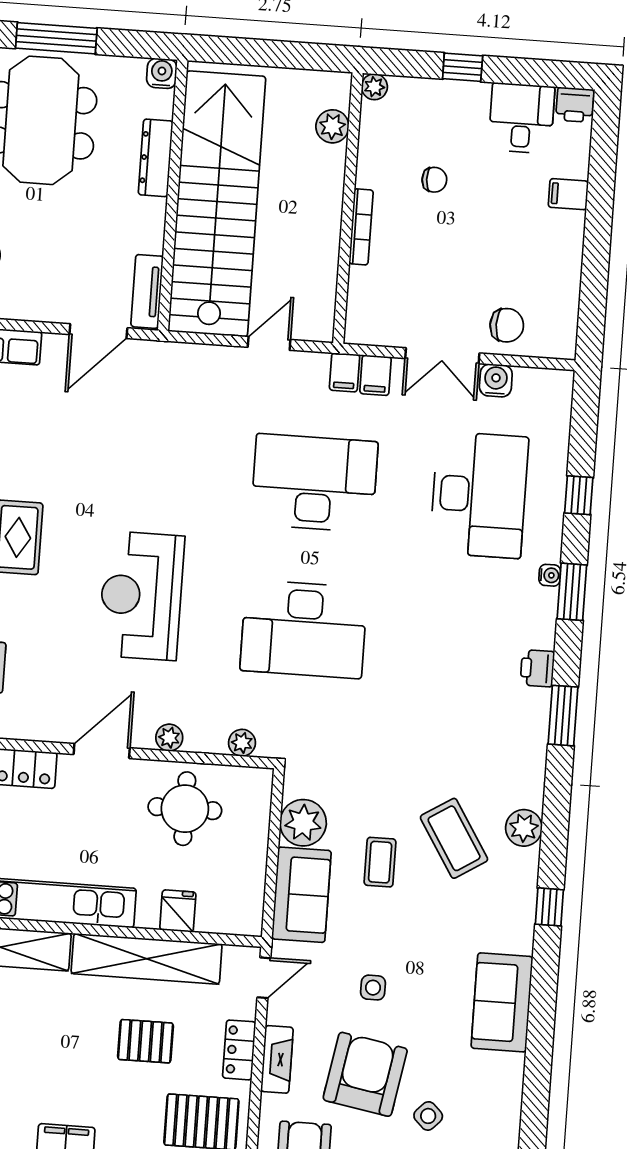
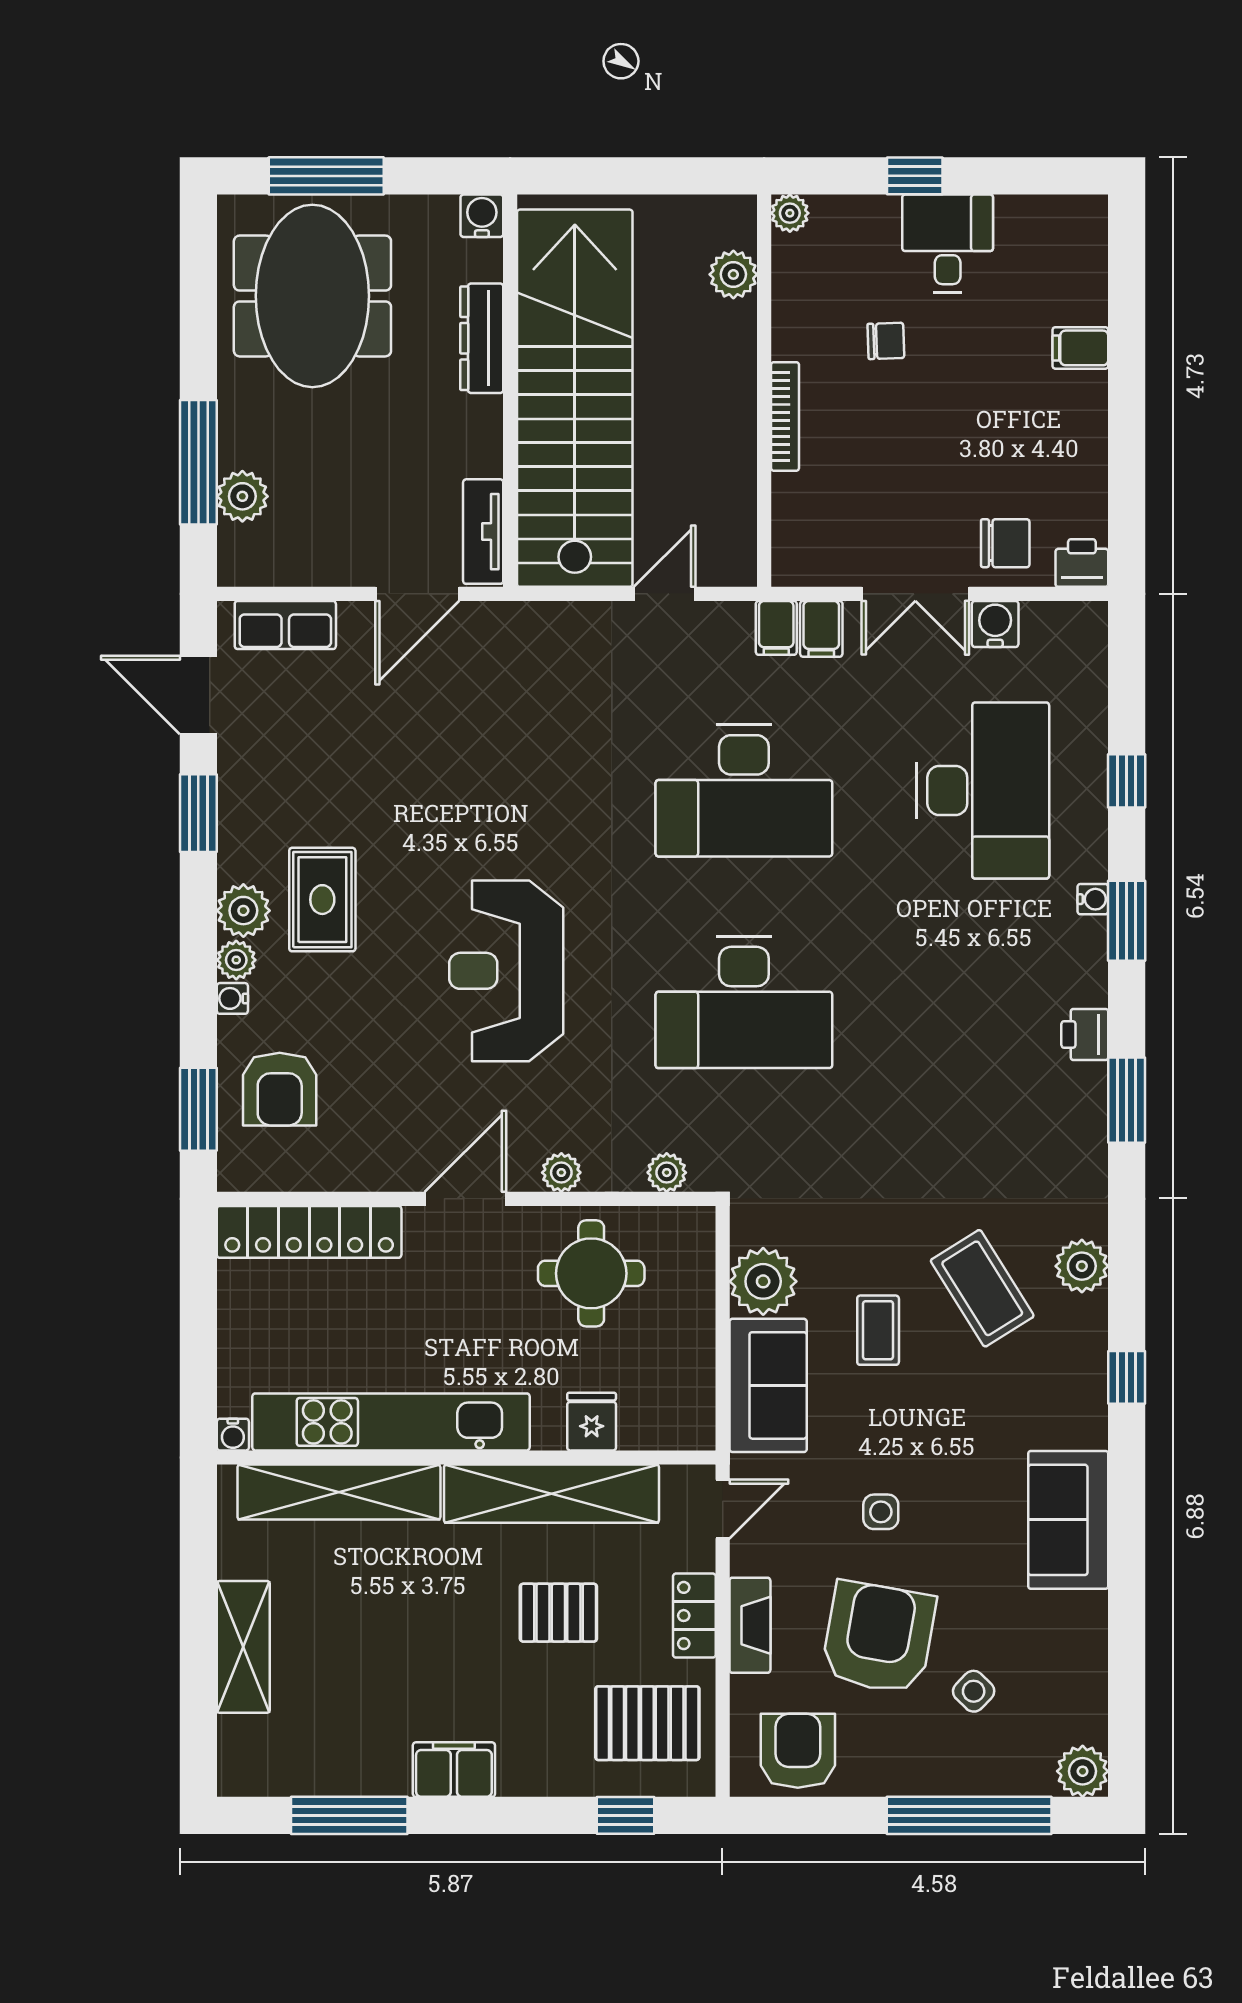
printer: (575, 105) -> (1082, 563), moved, turned 180
desk: (522, 118) -> (948, 243), moved
desk: (314, 483) -> (744, 791), turned 180

